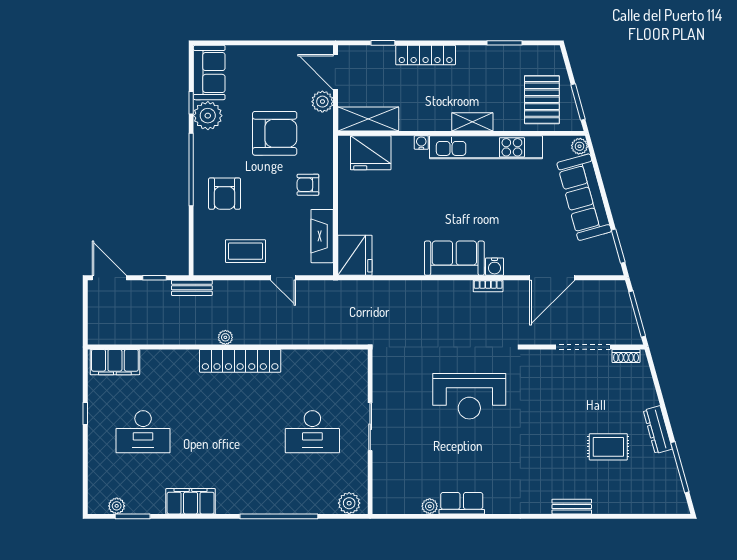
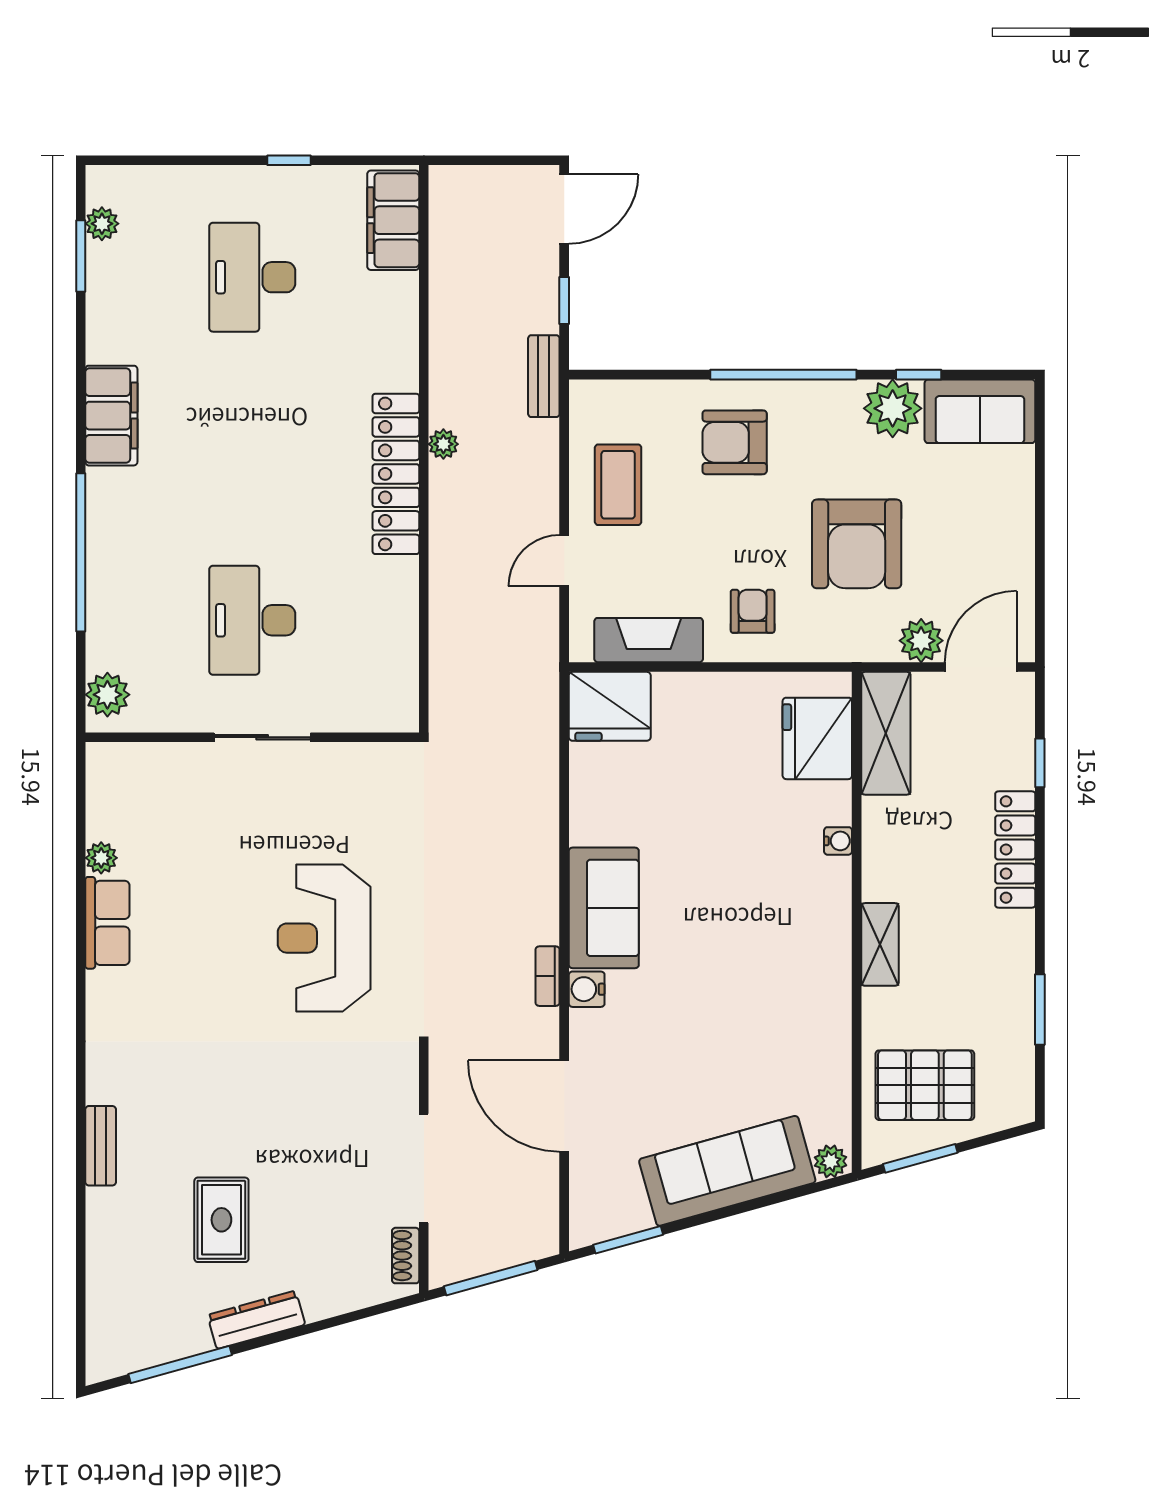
kitchen unit: (486, 147) -> (828, 972), removed
filing cabinet: (191, 501) -> (111, 416), moved

